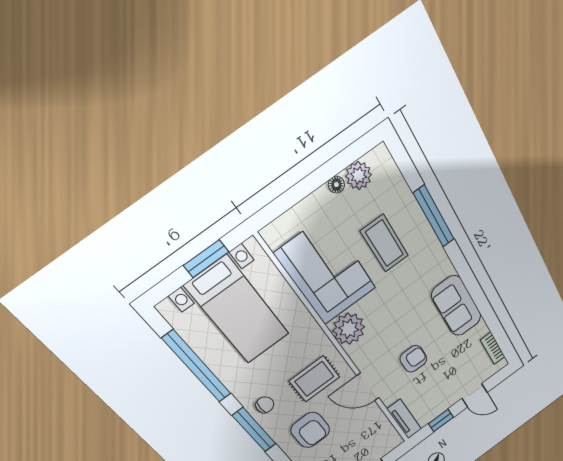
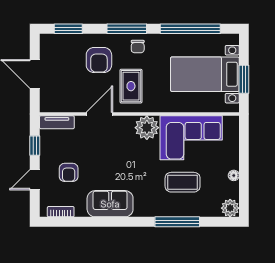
plant: (359, 176) -> (230, 208), moved
armchair: (413, 359) -> (69, 172), moved
armchair: (310, 430) -> (99, 60), turned -90

